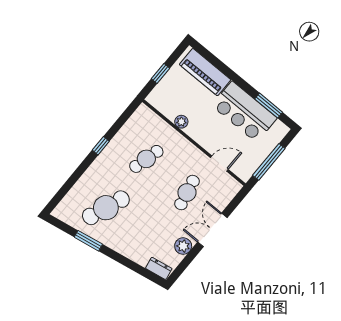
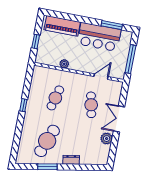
dresser: (159, 268) -> (71, 160), moved

